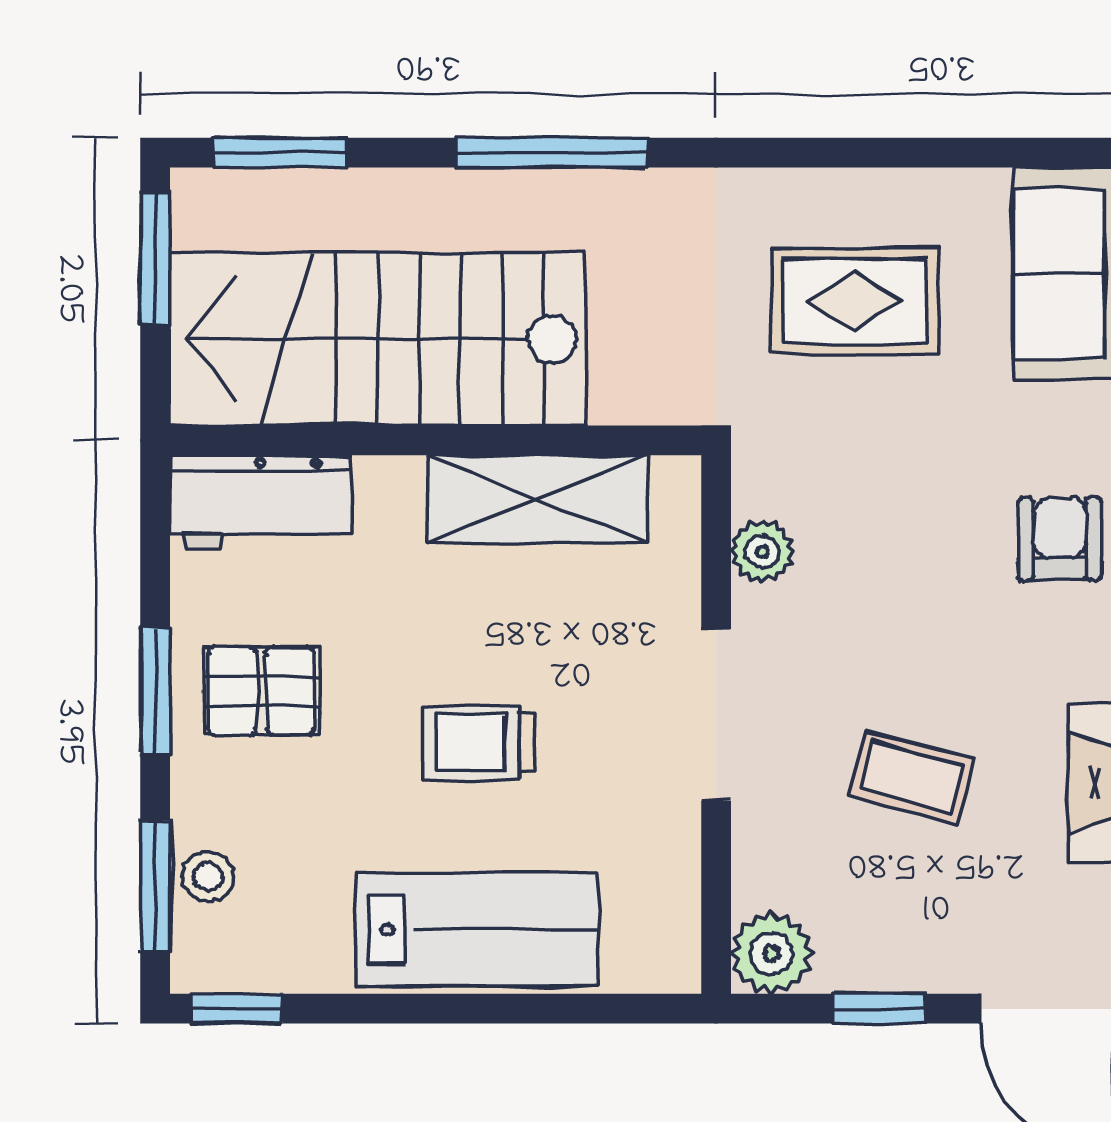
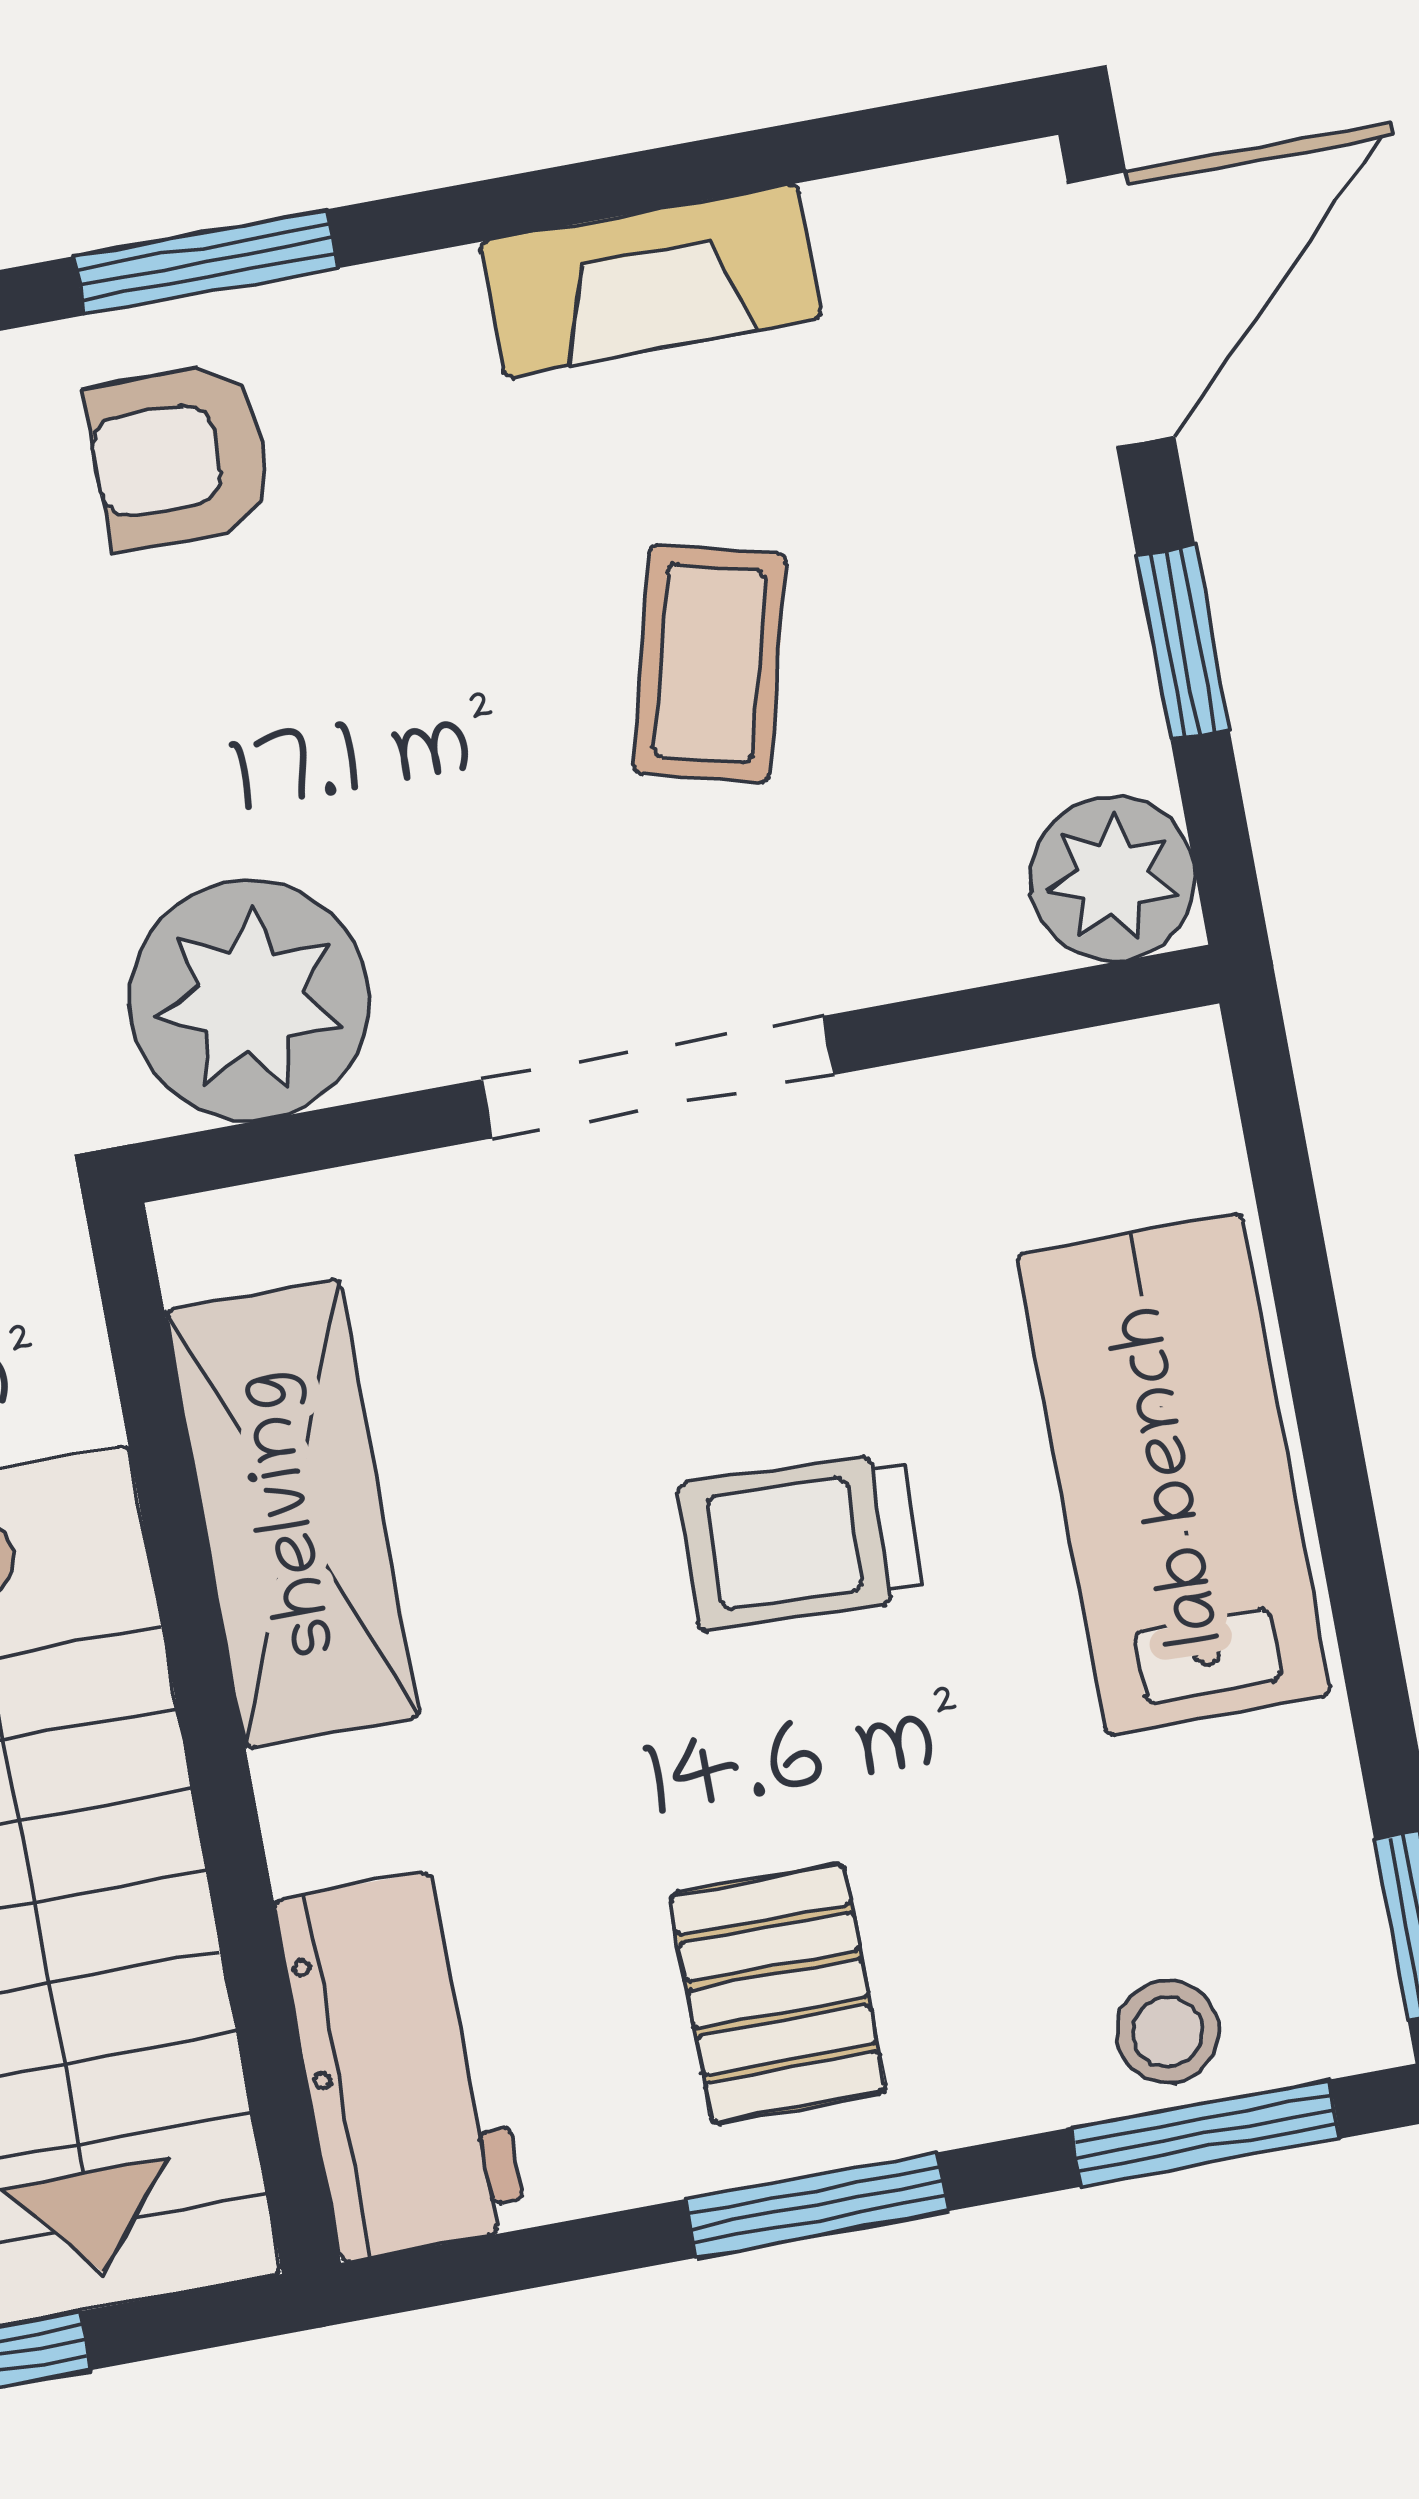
plant: (762, 552) -> (249, 1001), width x1.88, depth x1.88
trolley: (478, 742) -> (800, 1541), turned 92

